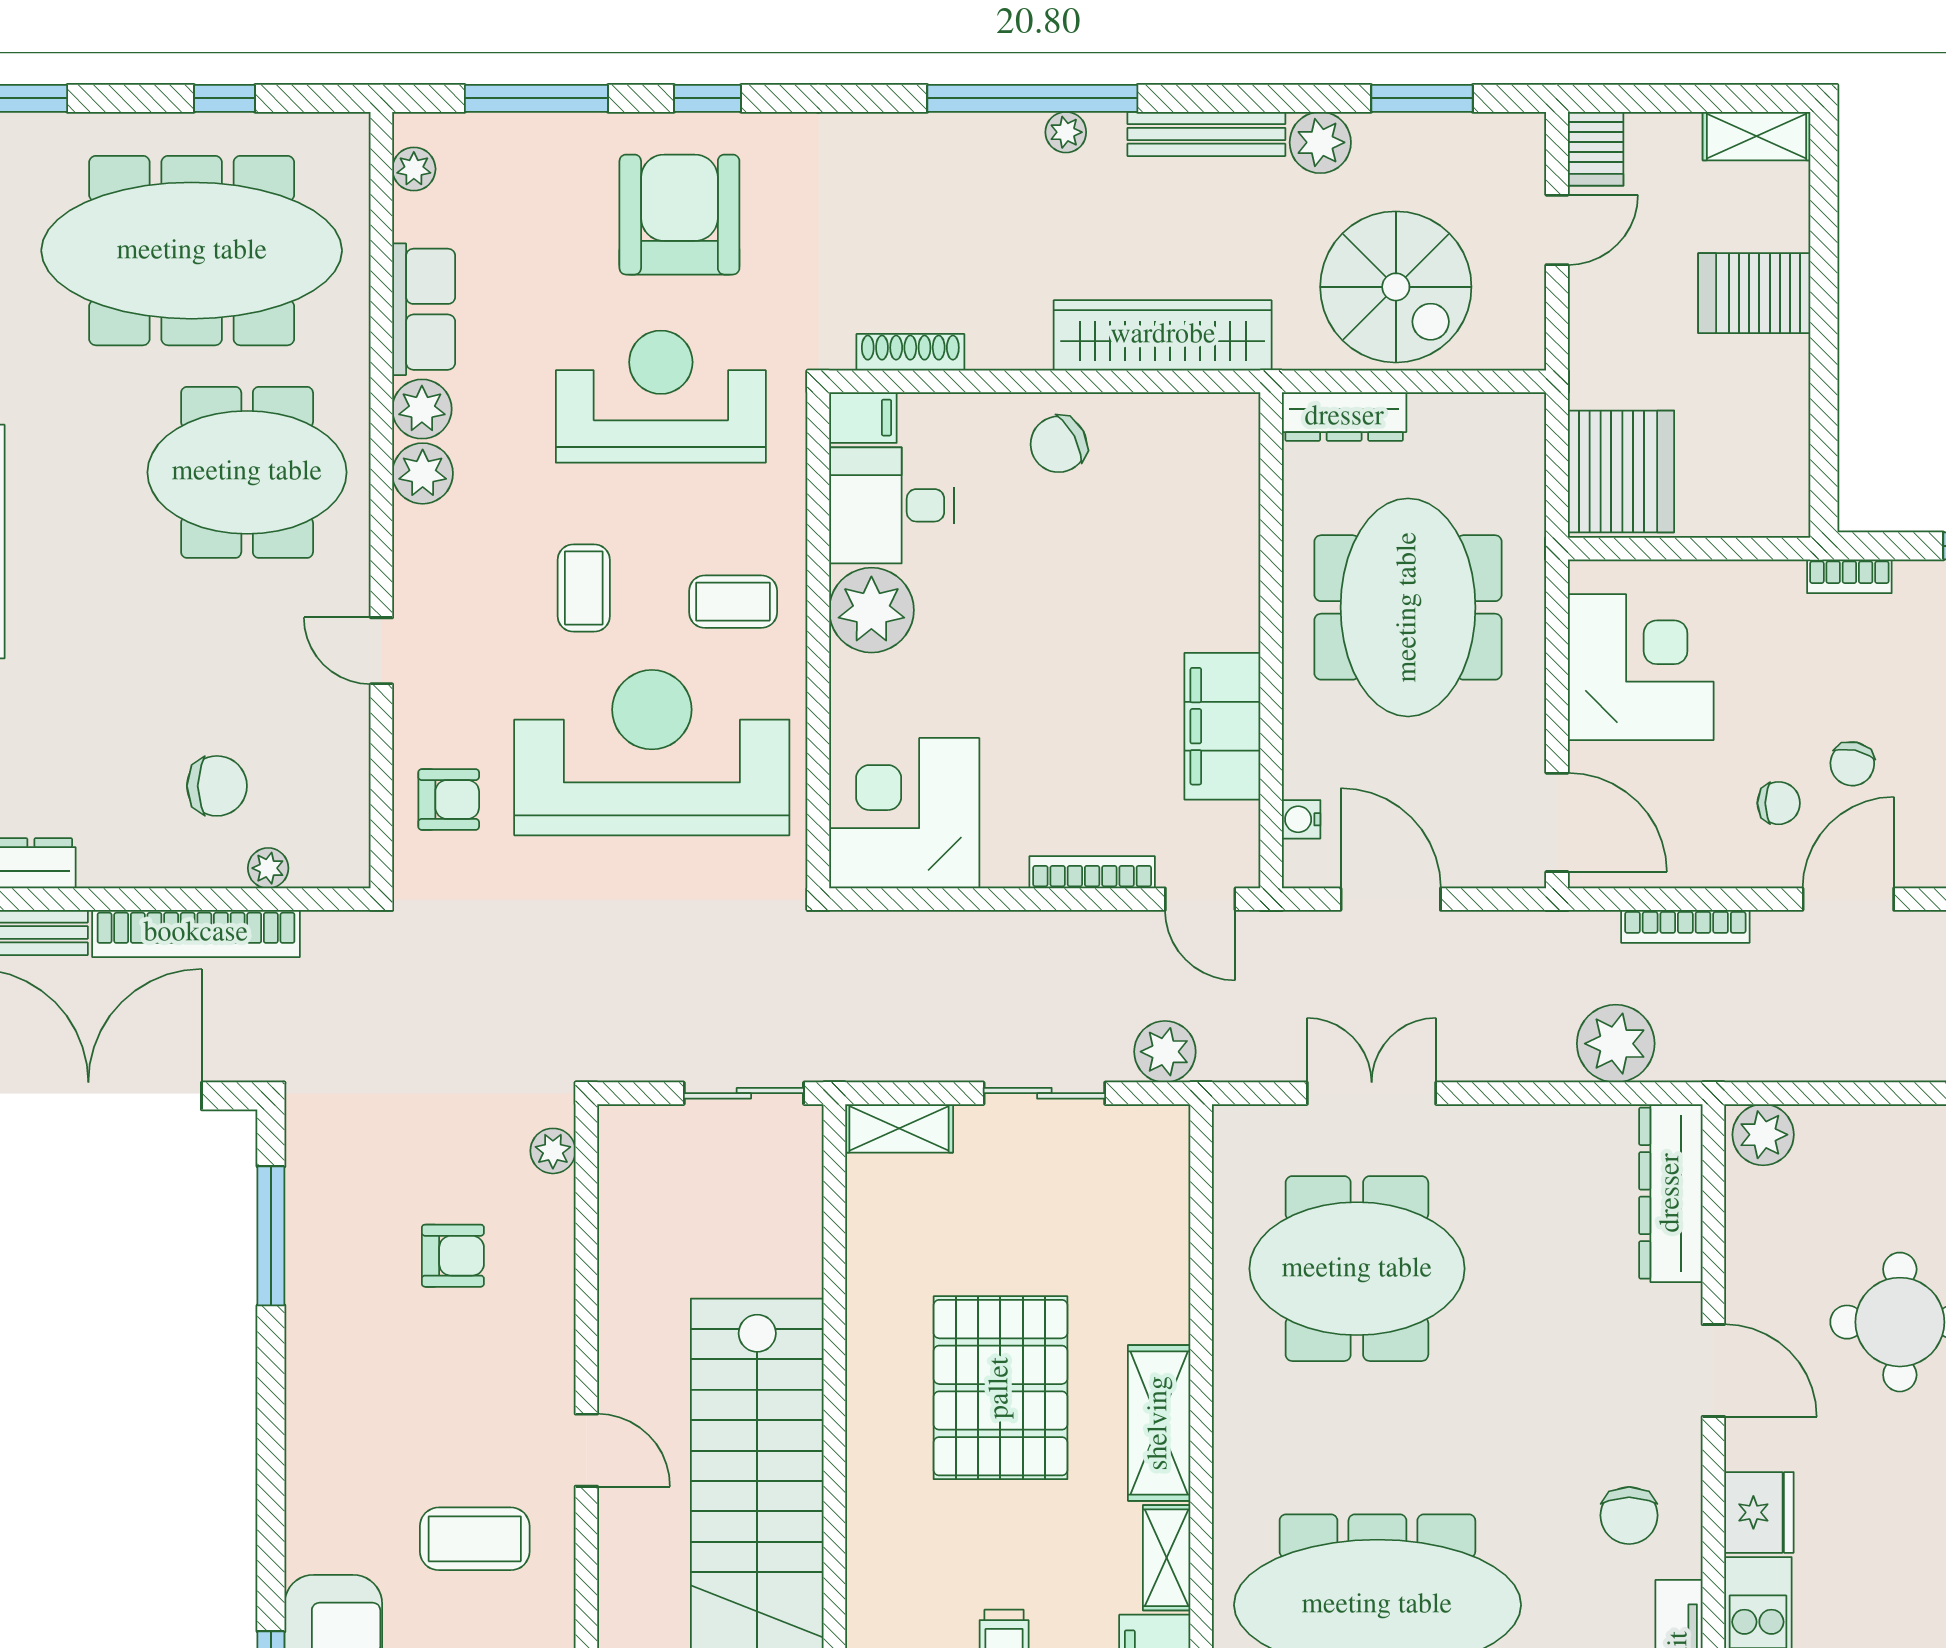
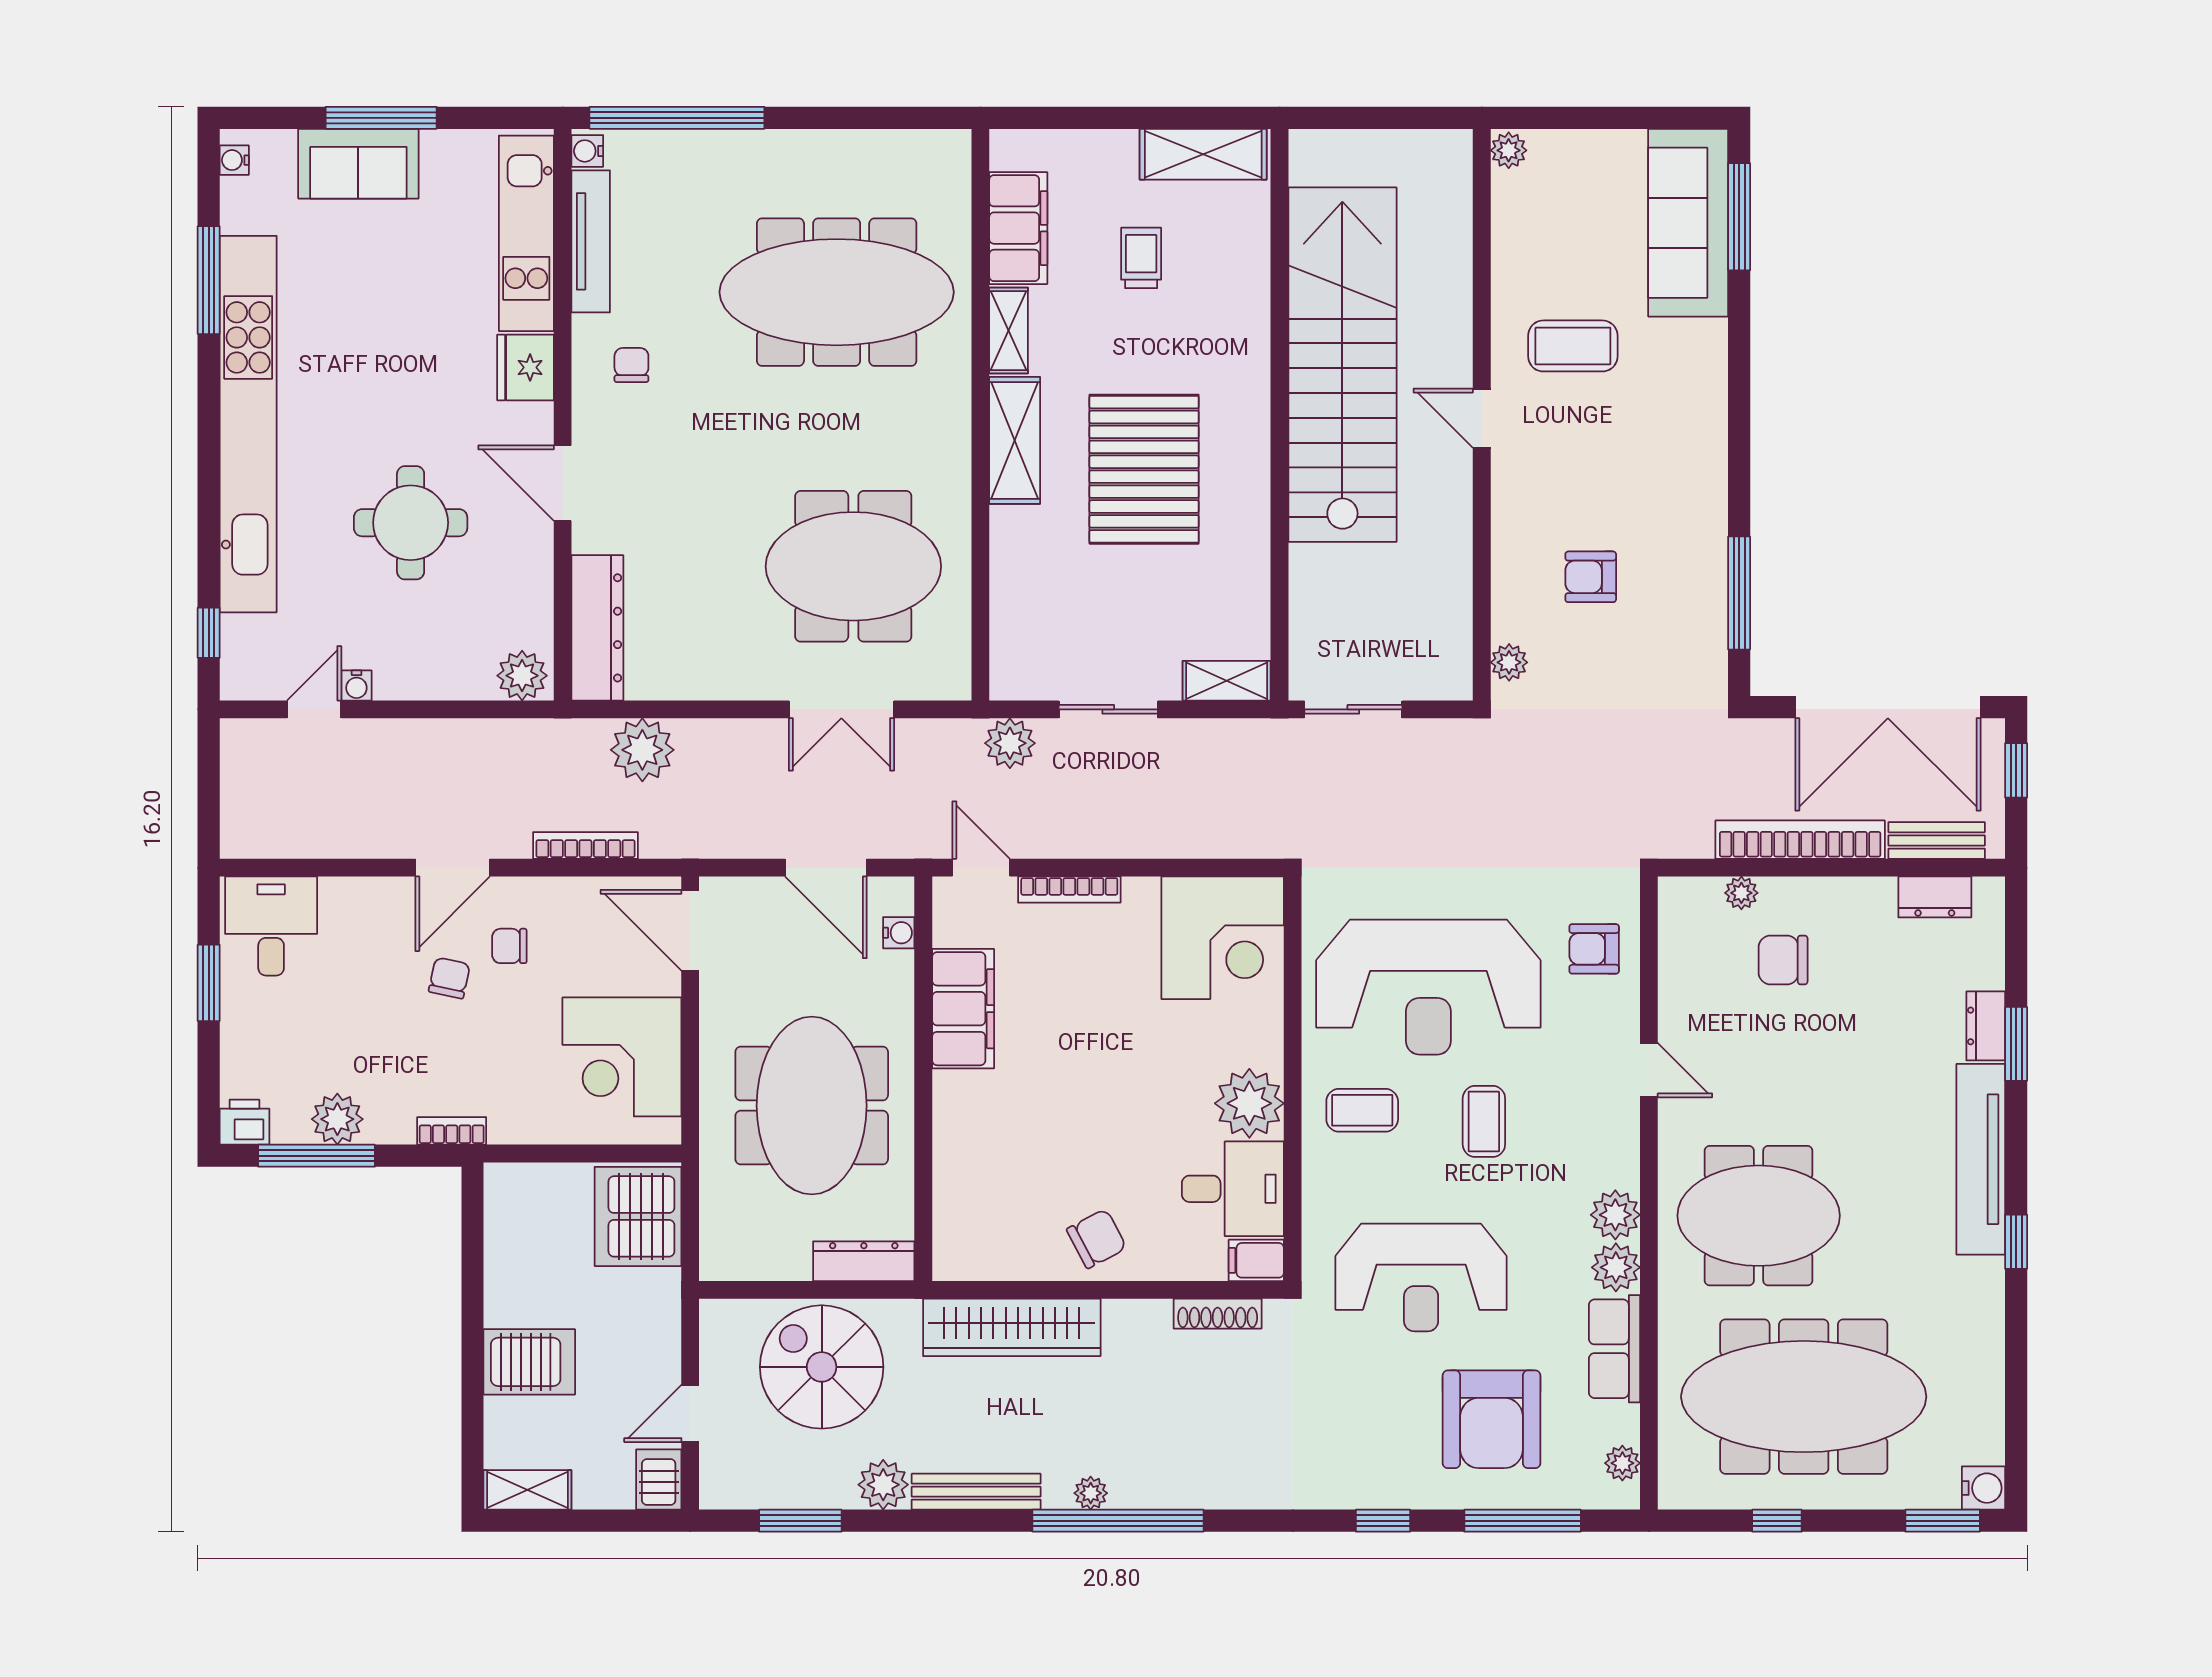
armchair: (679, 215) -> (1492, 1419), moved
chair: (1629, 1515) -> (631, 365), width x0.73, depth x0.73

